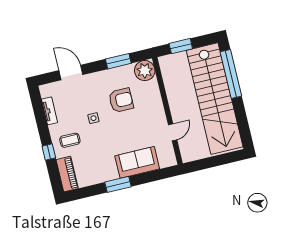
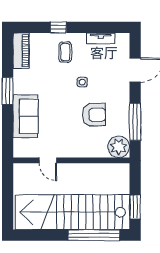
window: (181, 46) -> (135, 207), moved
window: (118, 61) -> (135, 122), width x1.44
armchair: (121, 100) -> (94, 115), turned -91
piano: (67, 174) -> (21, 51), moved, turned -90

